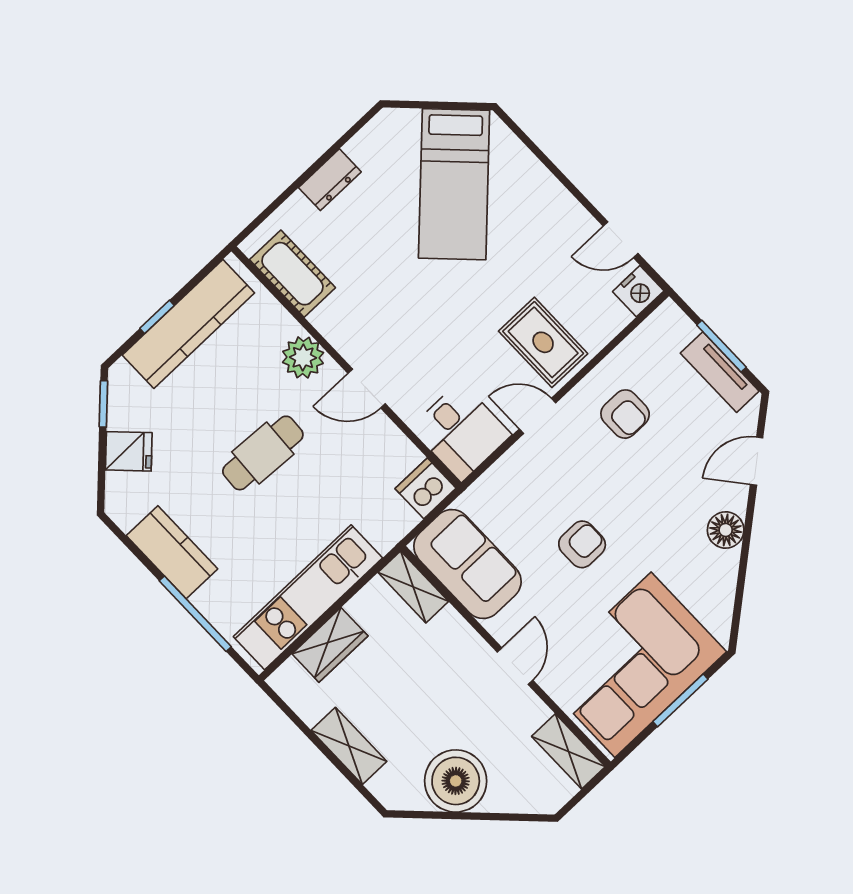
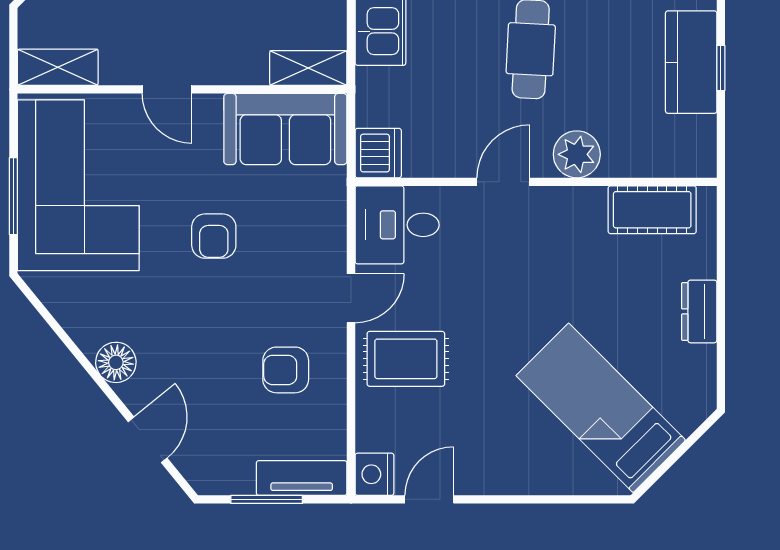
kitchen counter: (188, 324) -> (691, 62), width x0.67
tv unit: (720, 372) -> (302, 478), moved

